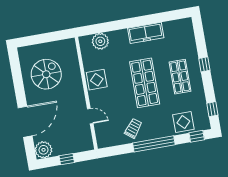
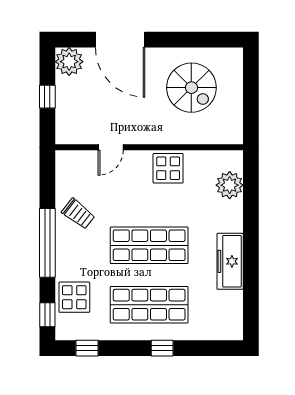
shop shelf: (180, 77) -> (149, 305), width x1.43, depth x1.36

